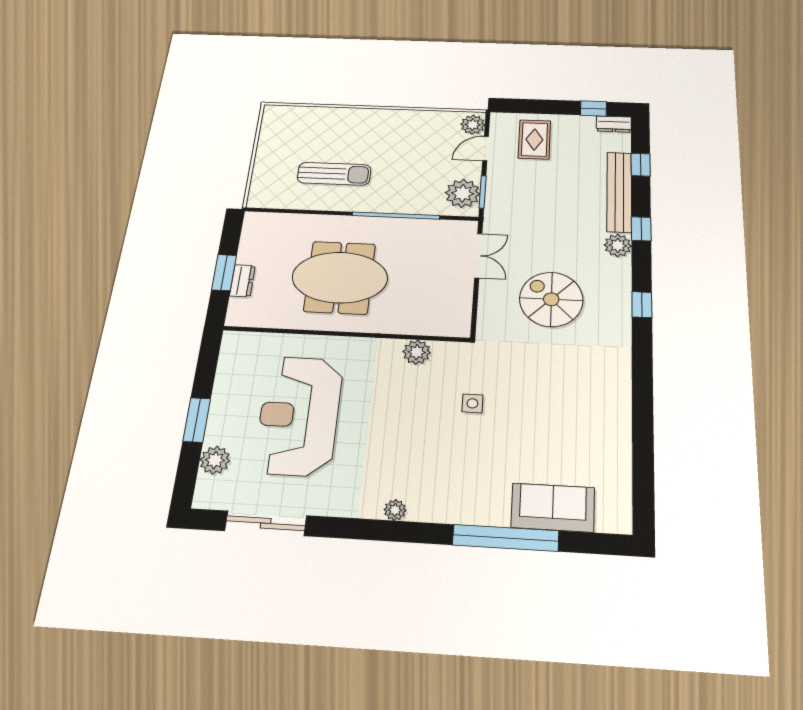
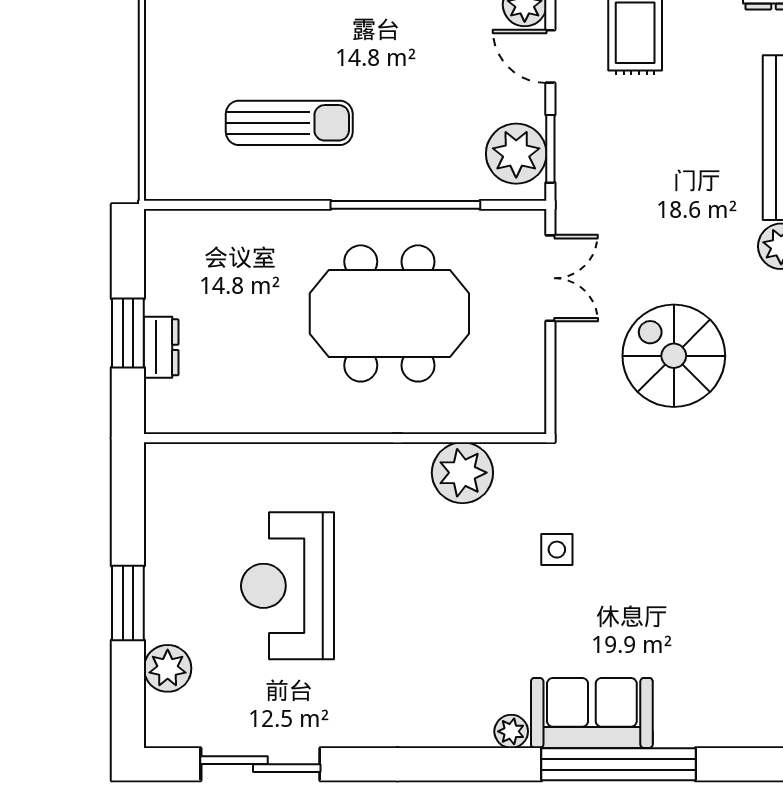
door: (486, 149) -> (550, 56), hinge flipped
meeting table: (340, 277) -> (389, 313), moved
plant: (417, 352) -> (462, 473), width x1.36, depth x1.36
reception desk: (299, 415) -> (288, 586), width x0.74, depth x0.77
sofa: (553, 508) -> (592, 713), moved
plant: (395, 510) -> (511, 731), moved

